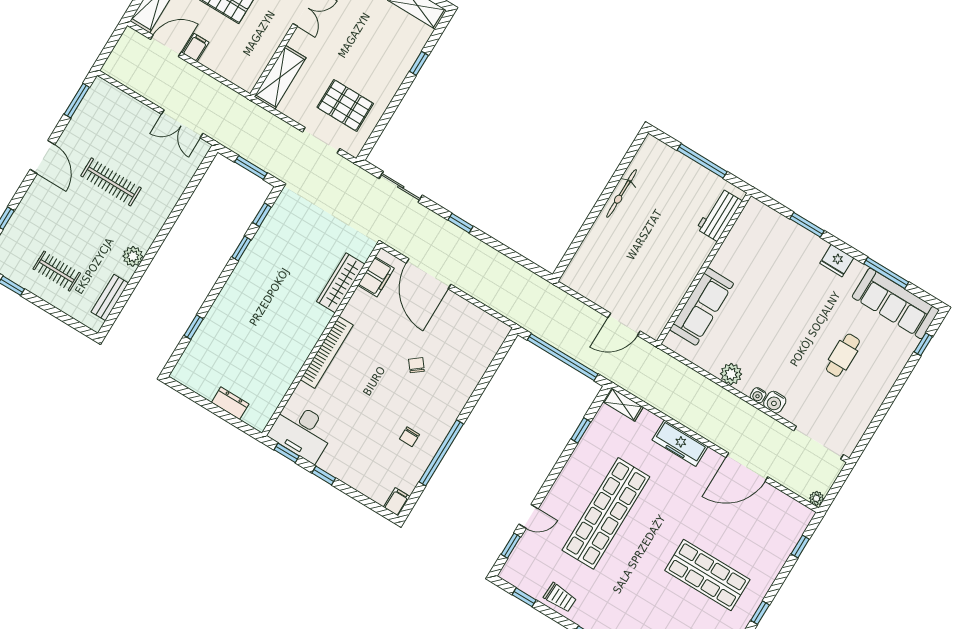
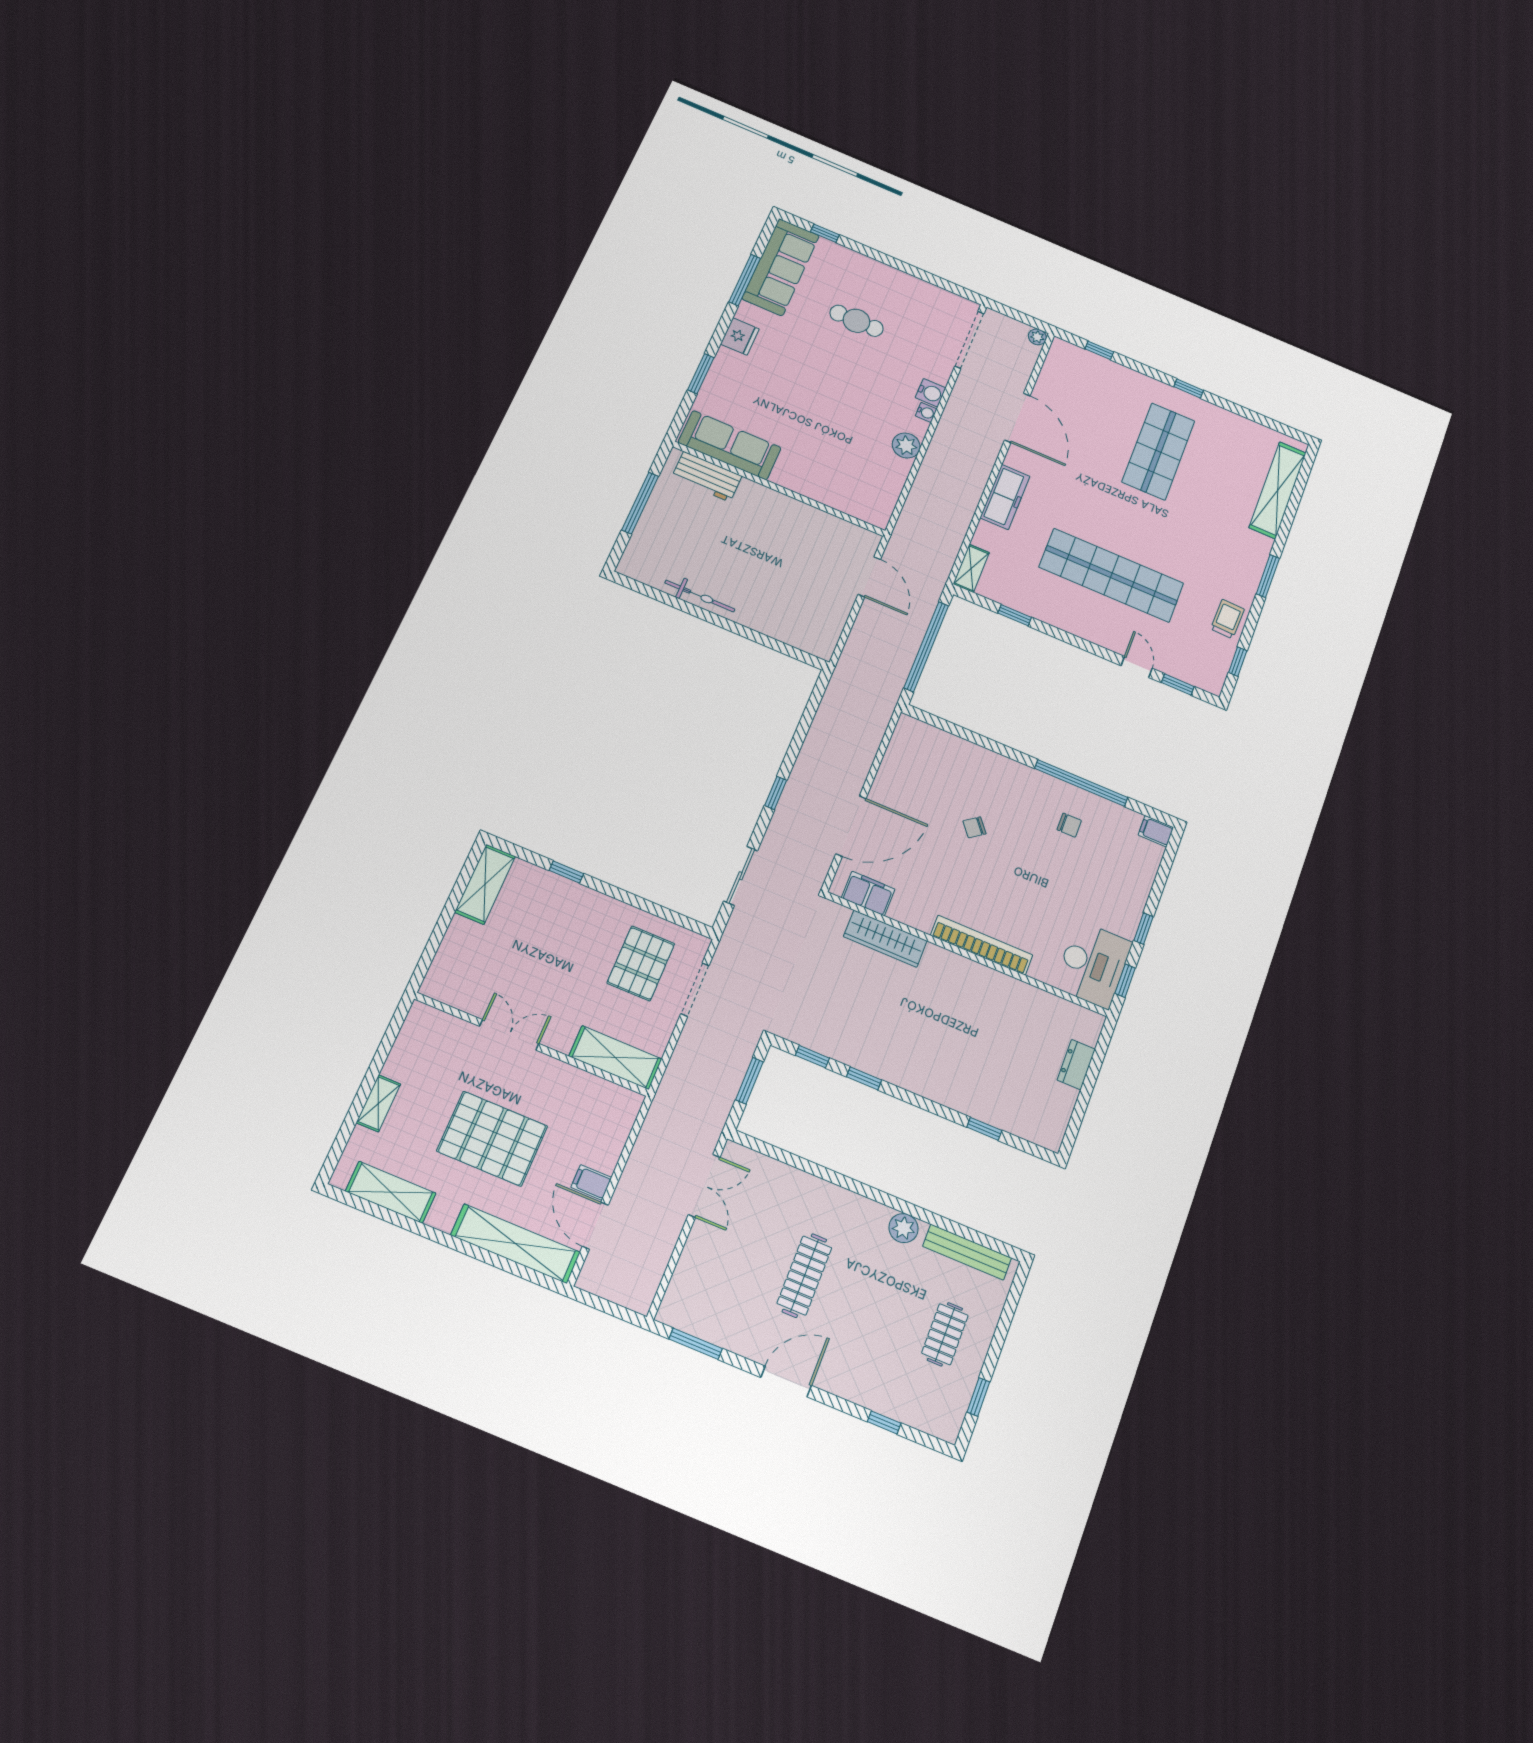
bench: (110, 298) -> (967, 1252), width x1.36
sofa: (702, 306) -> (730, 445), moved

